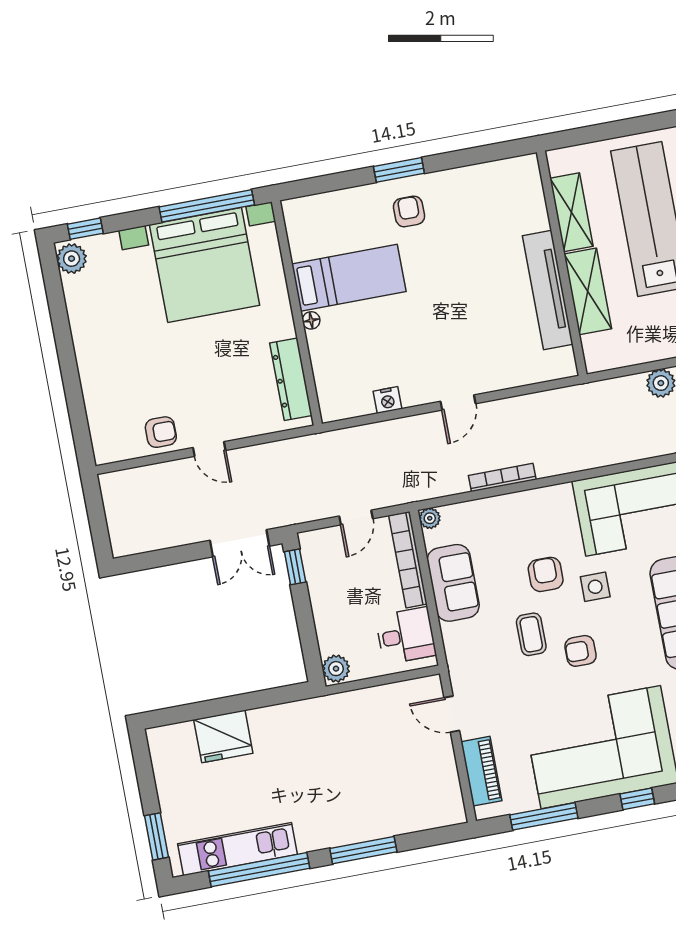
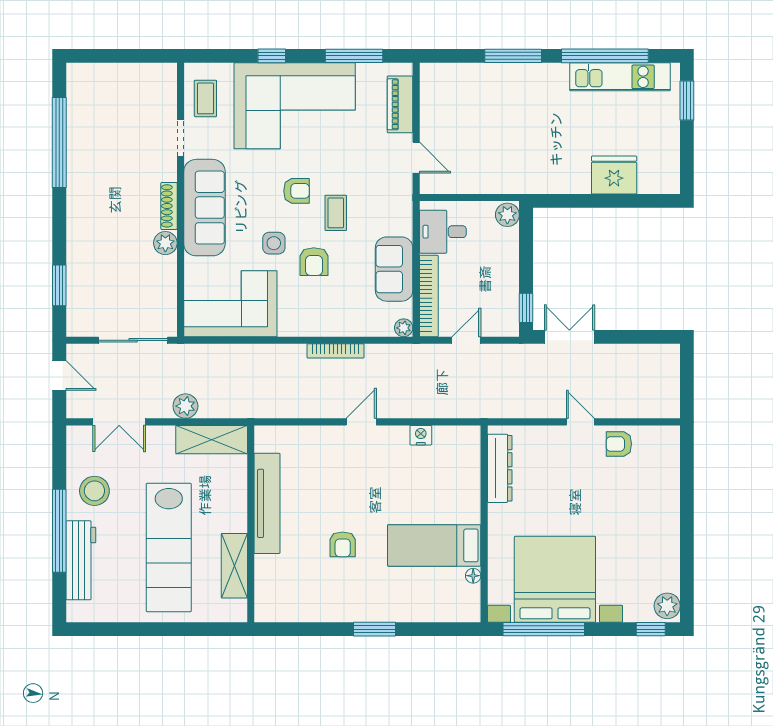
armchair: (409, 211) -> (343, 544), moved
shelving: (588, 291) -> (212, 440), moved, turned 90
floor lamp: (311, 320) -> (473, 576), moved

